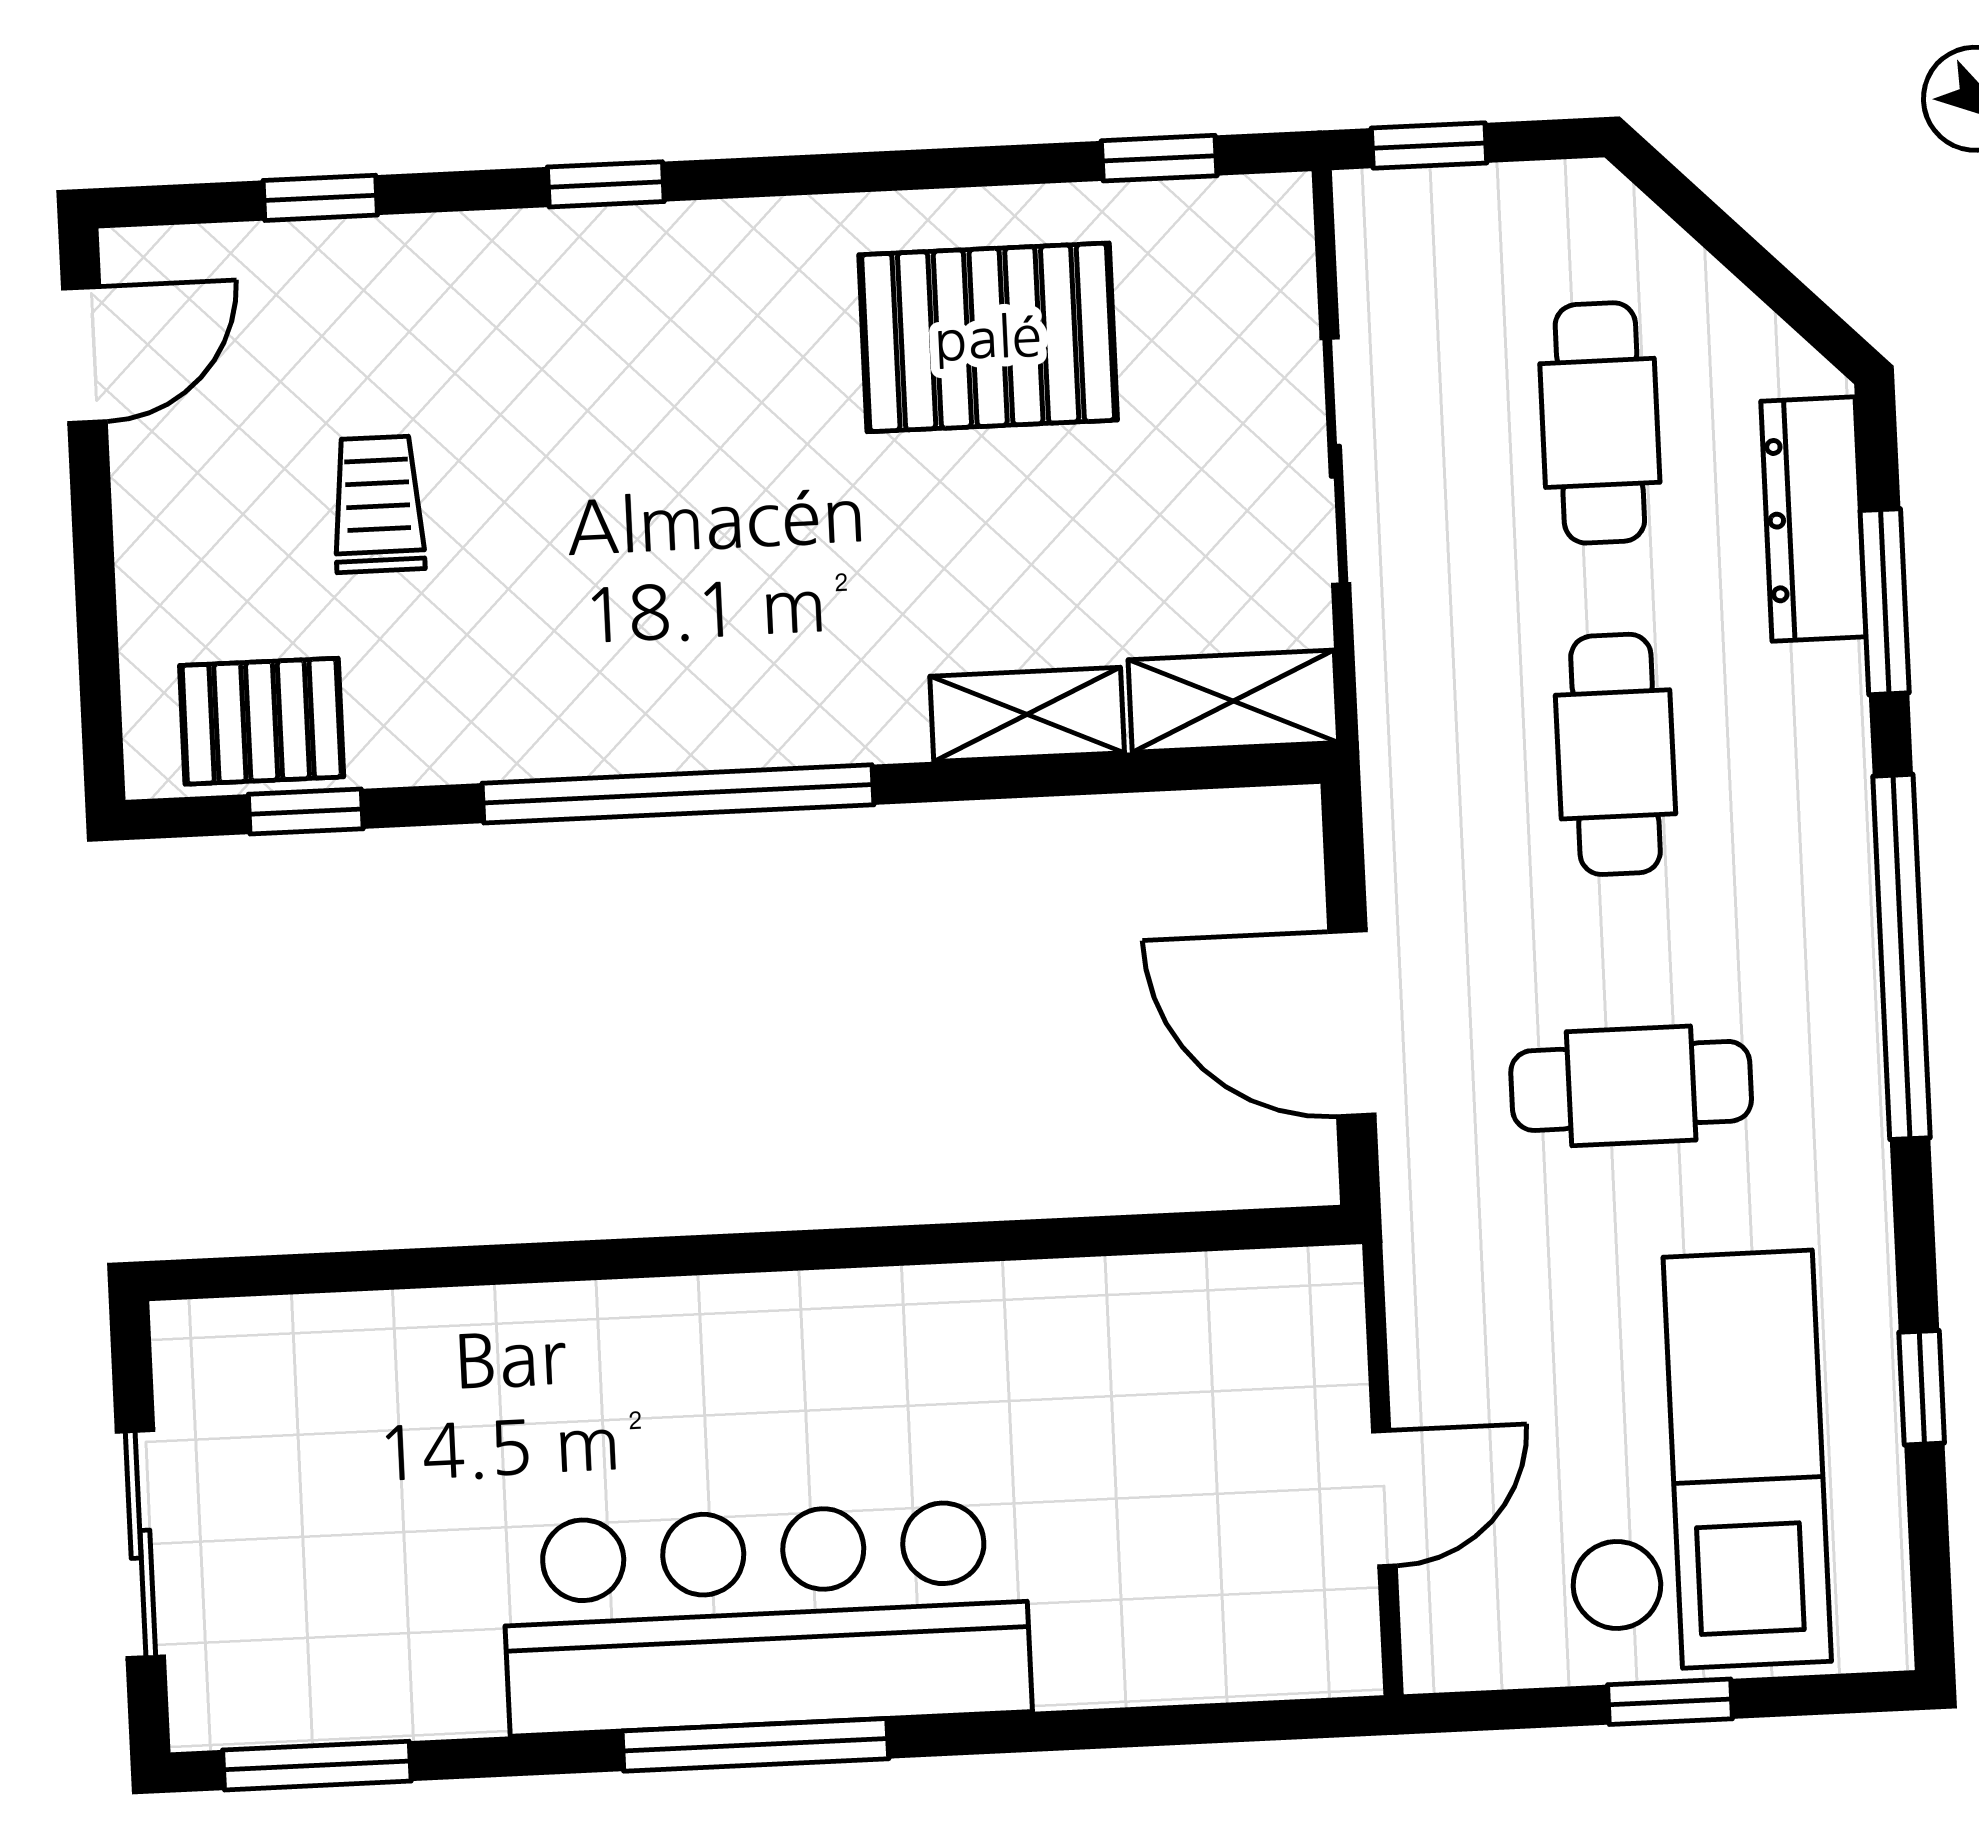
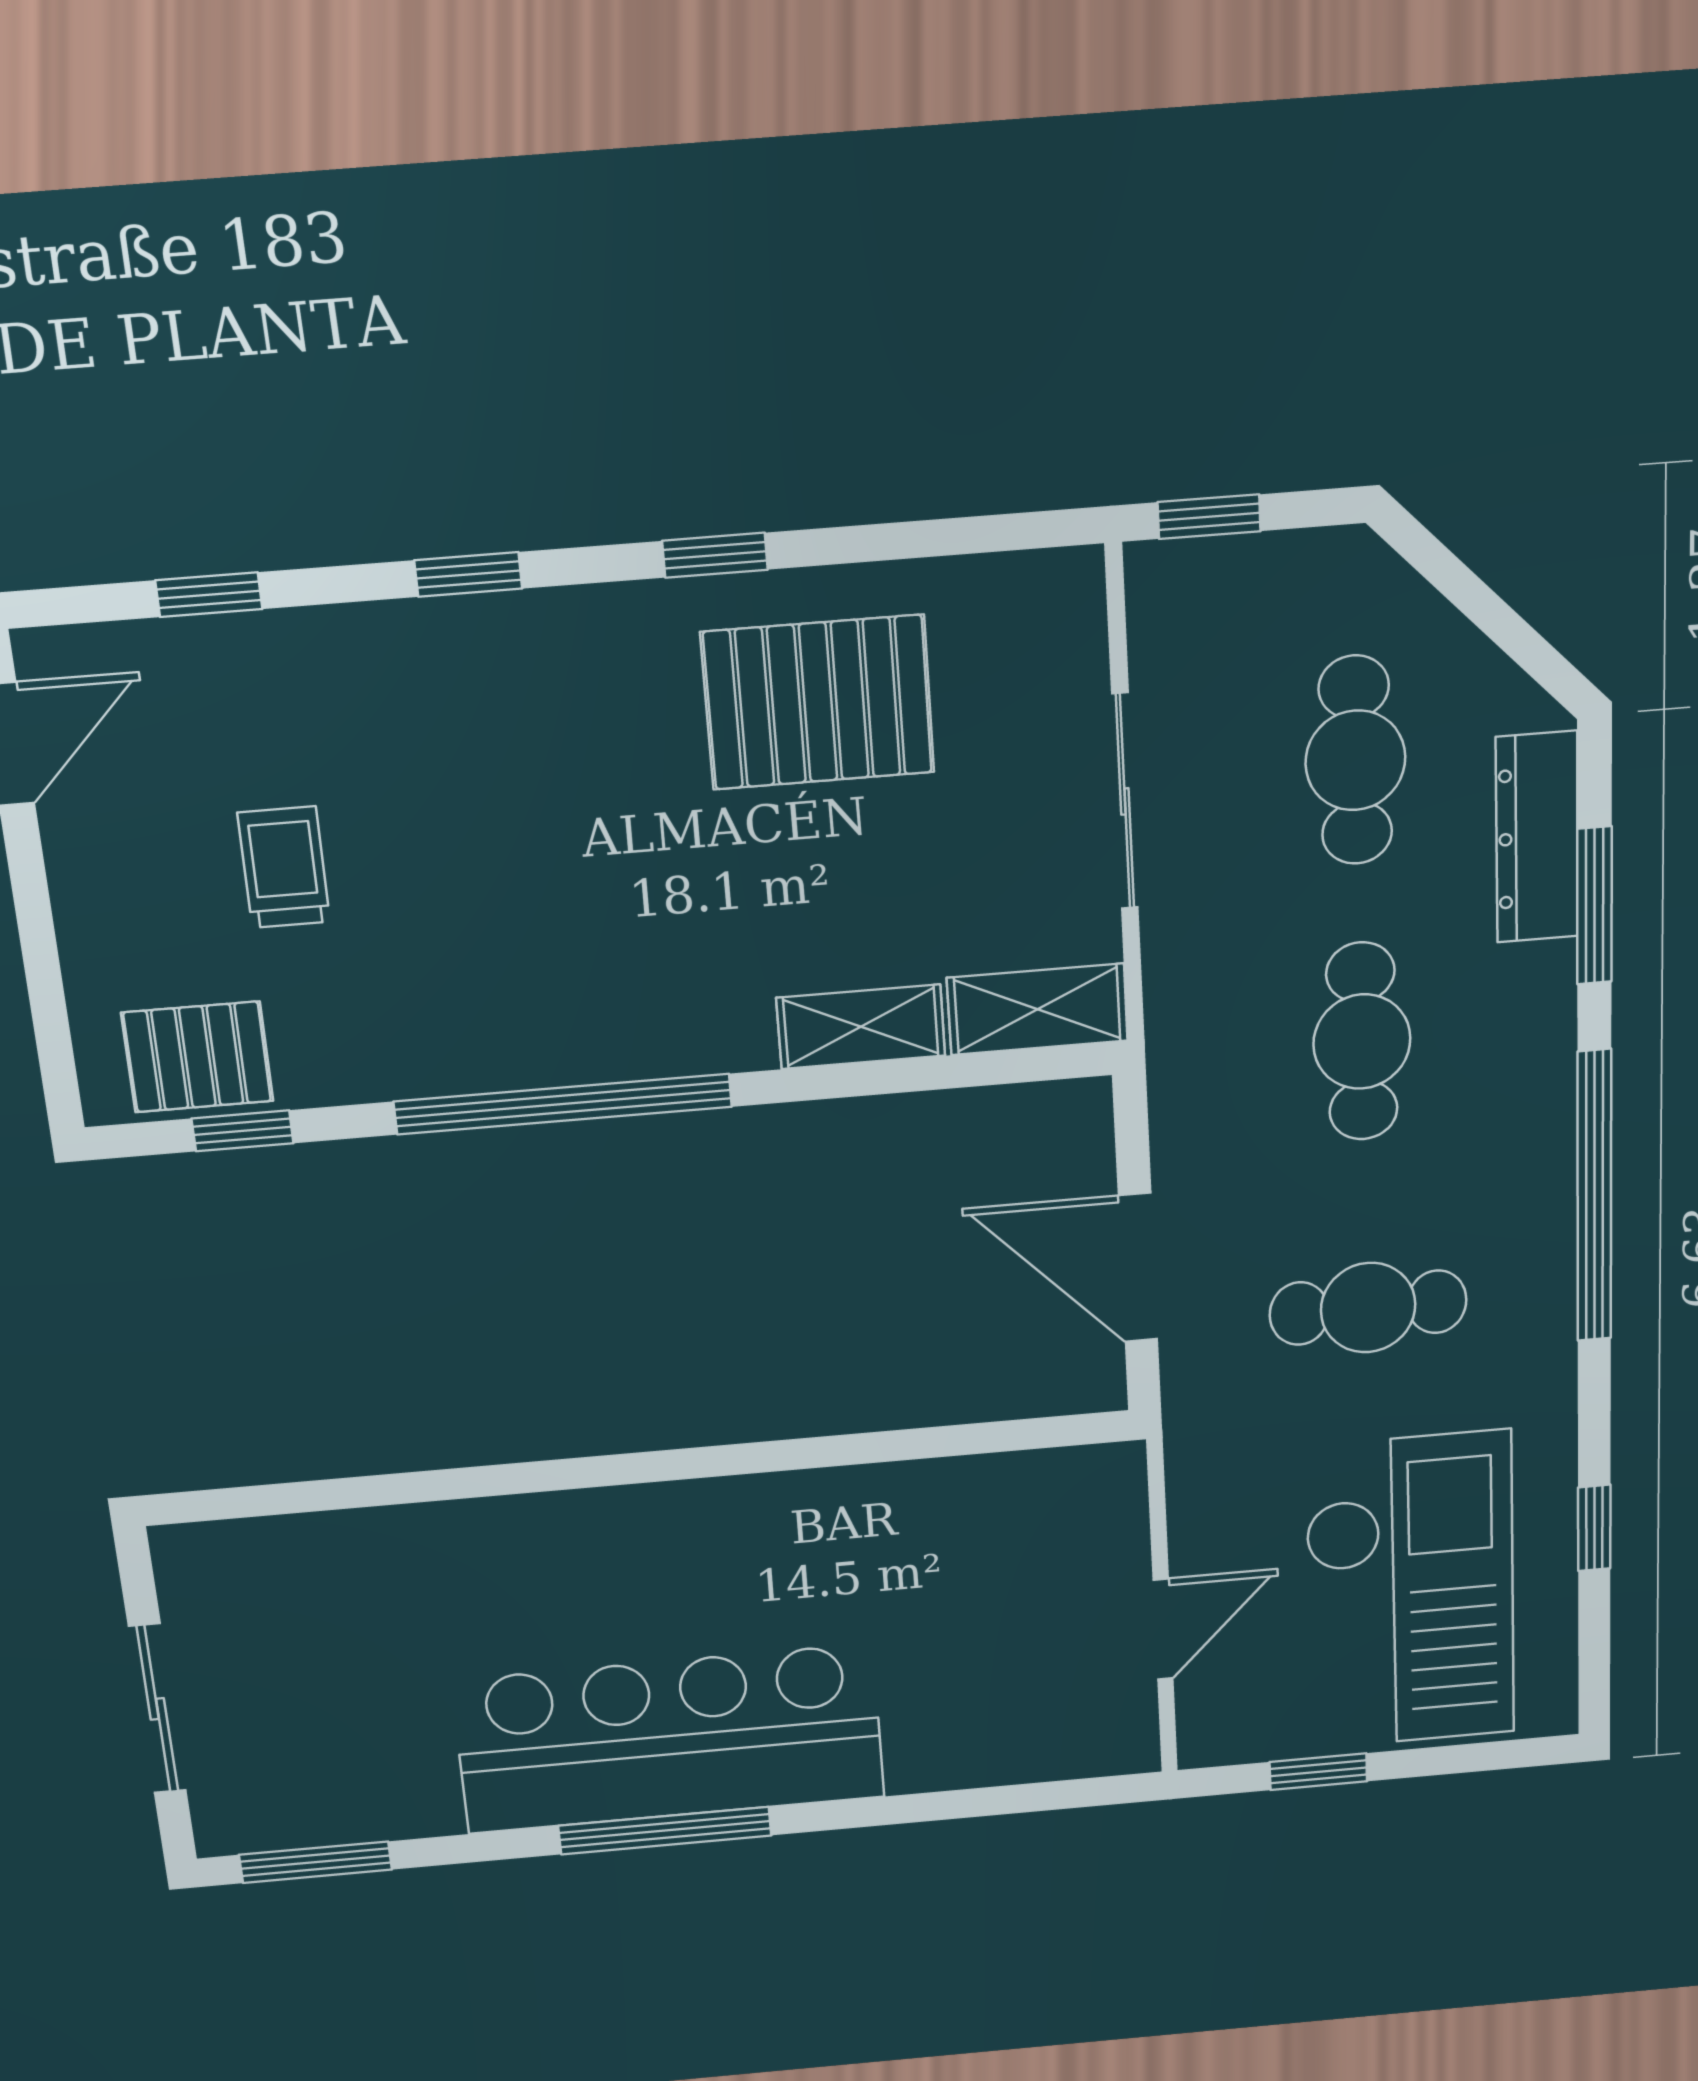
window: (1159, 158) -> (715, 555), moved
window: (1670, 1702) -> (1318, 1772), moved

